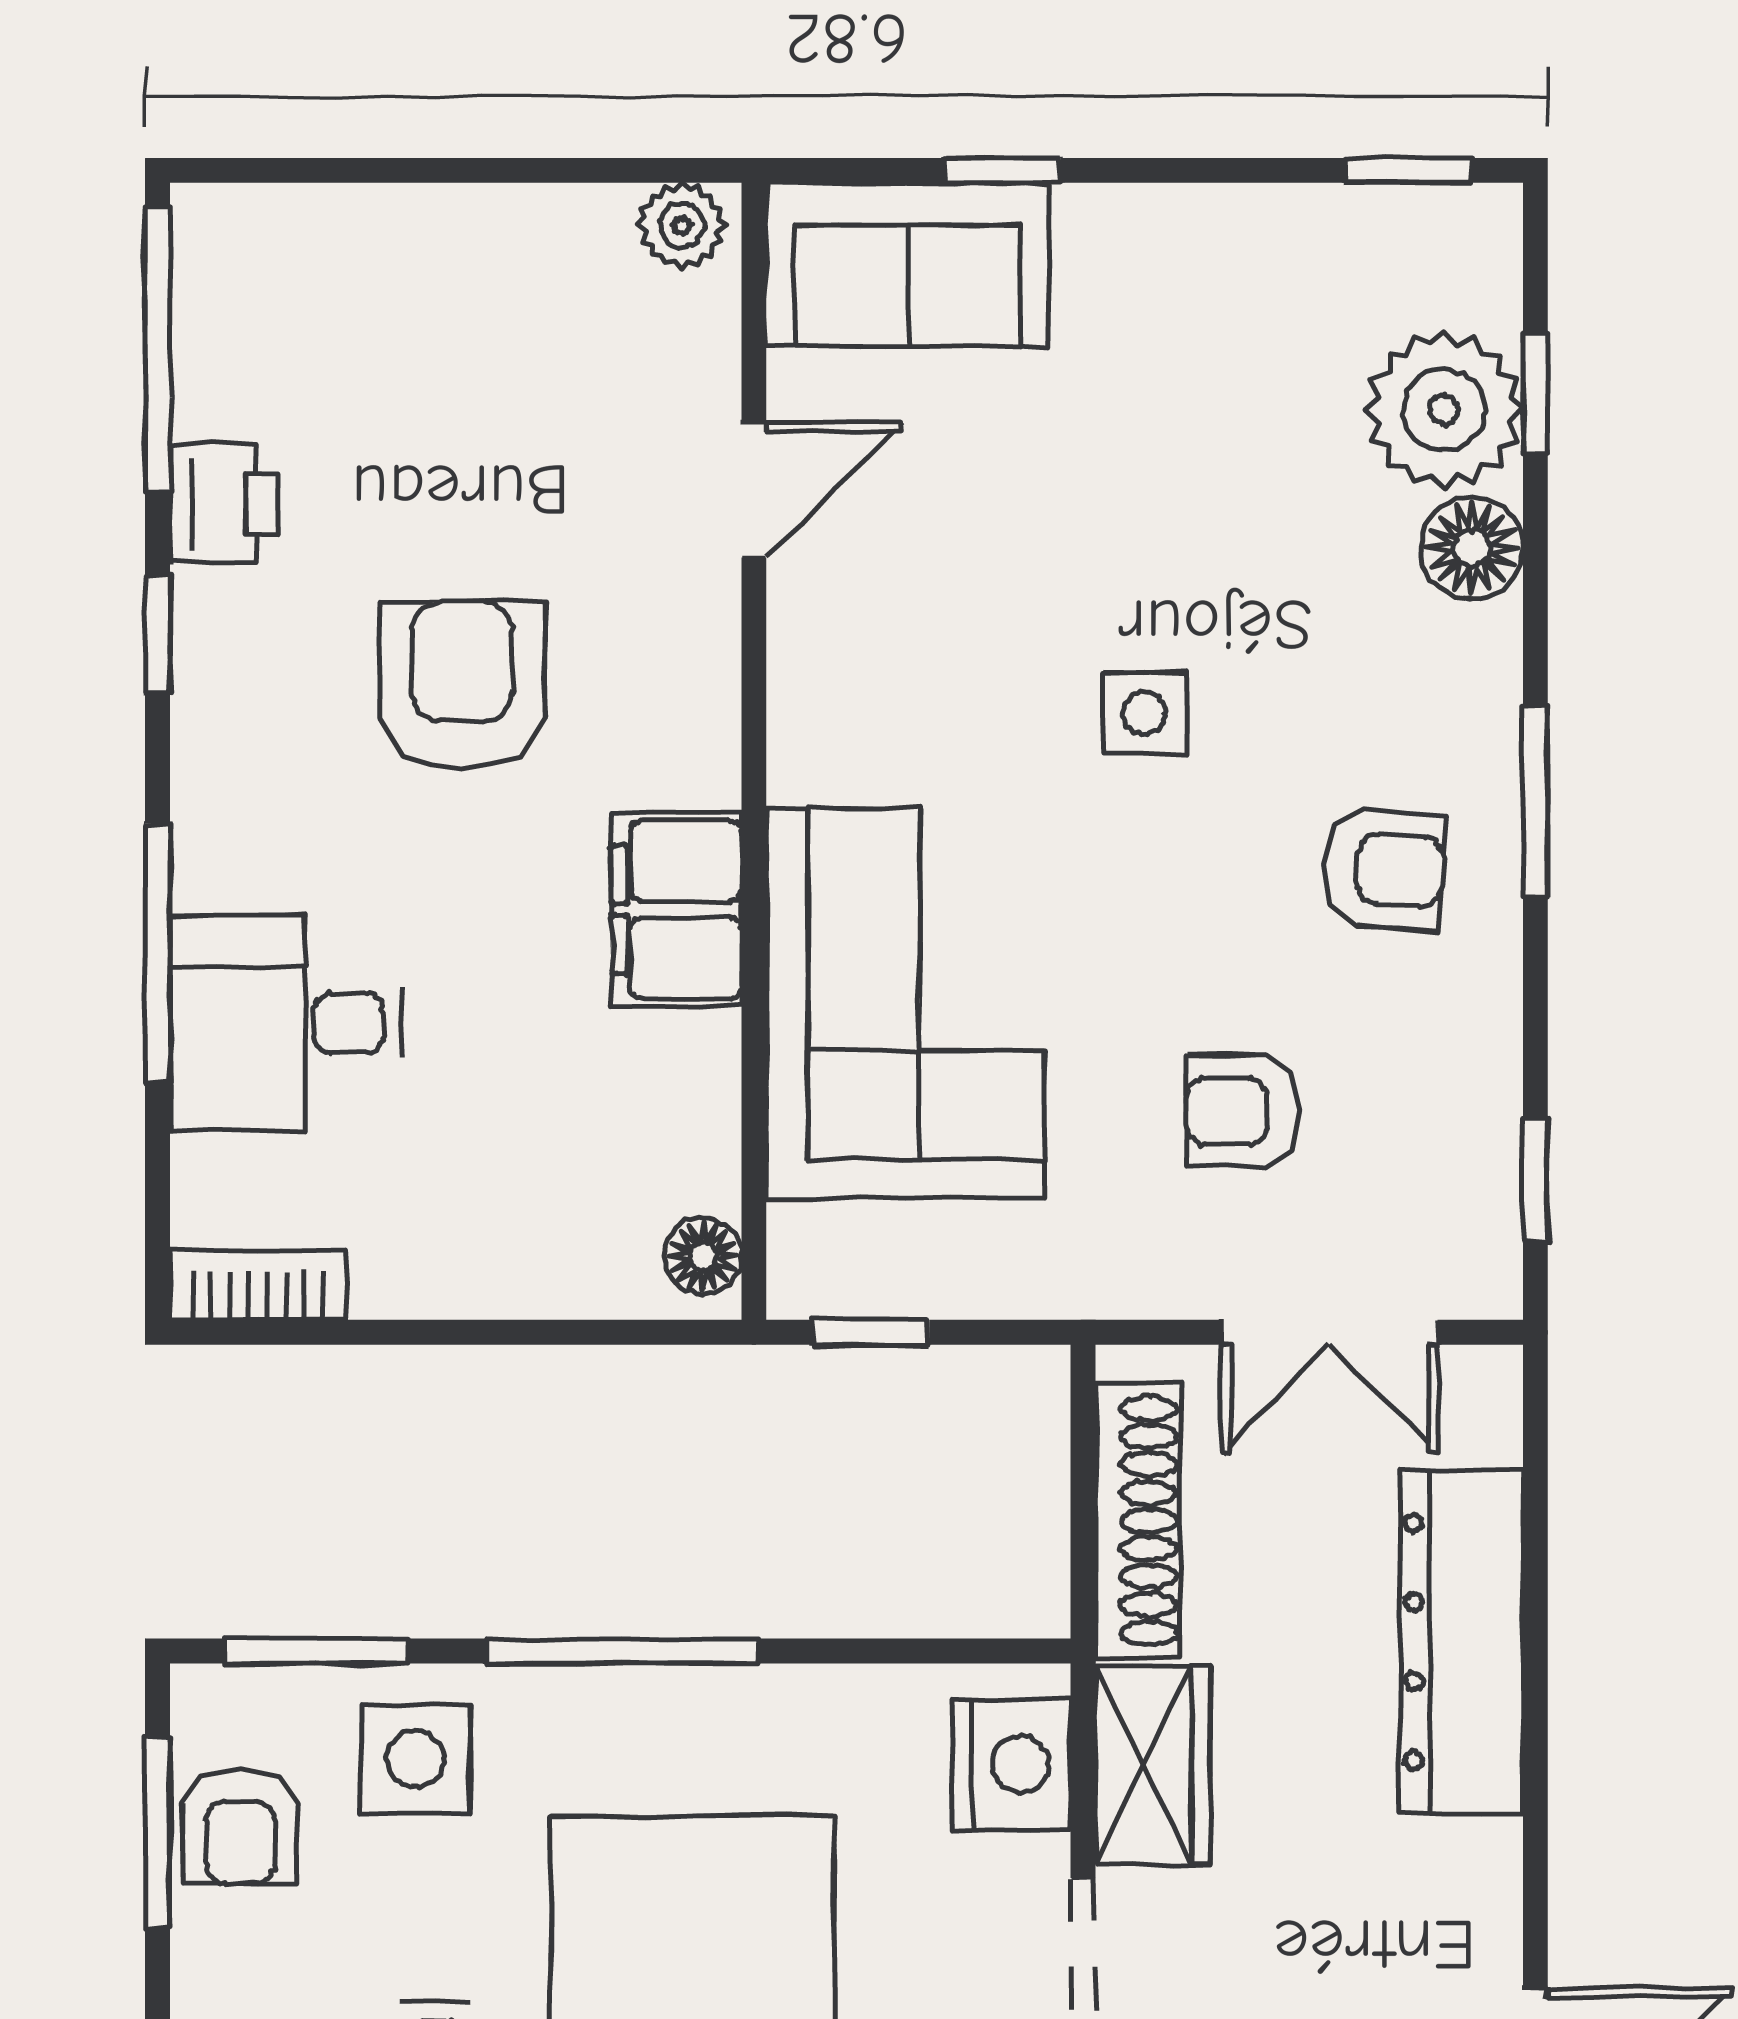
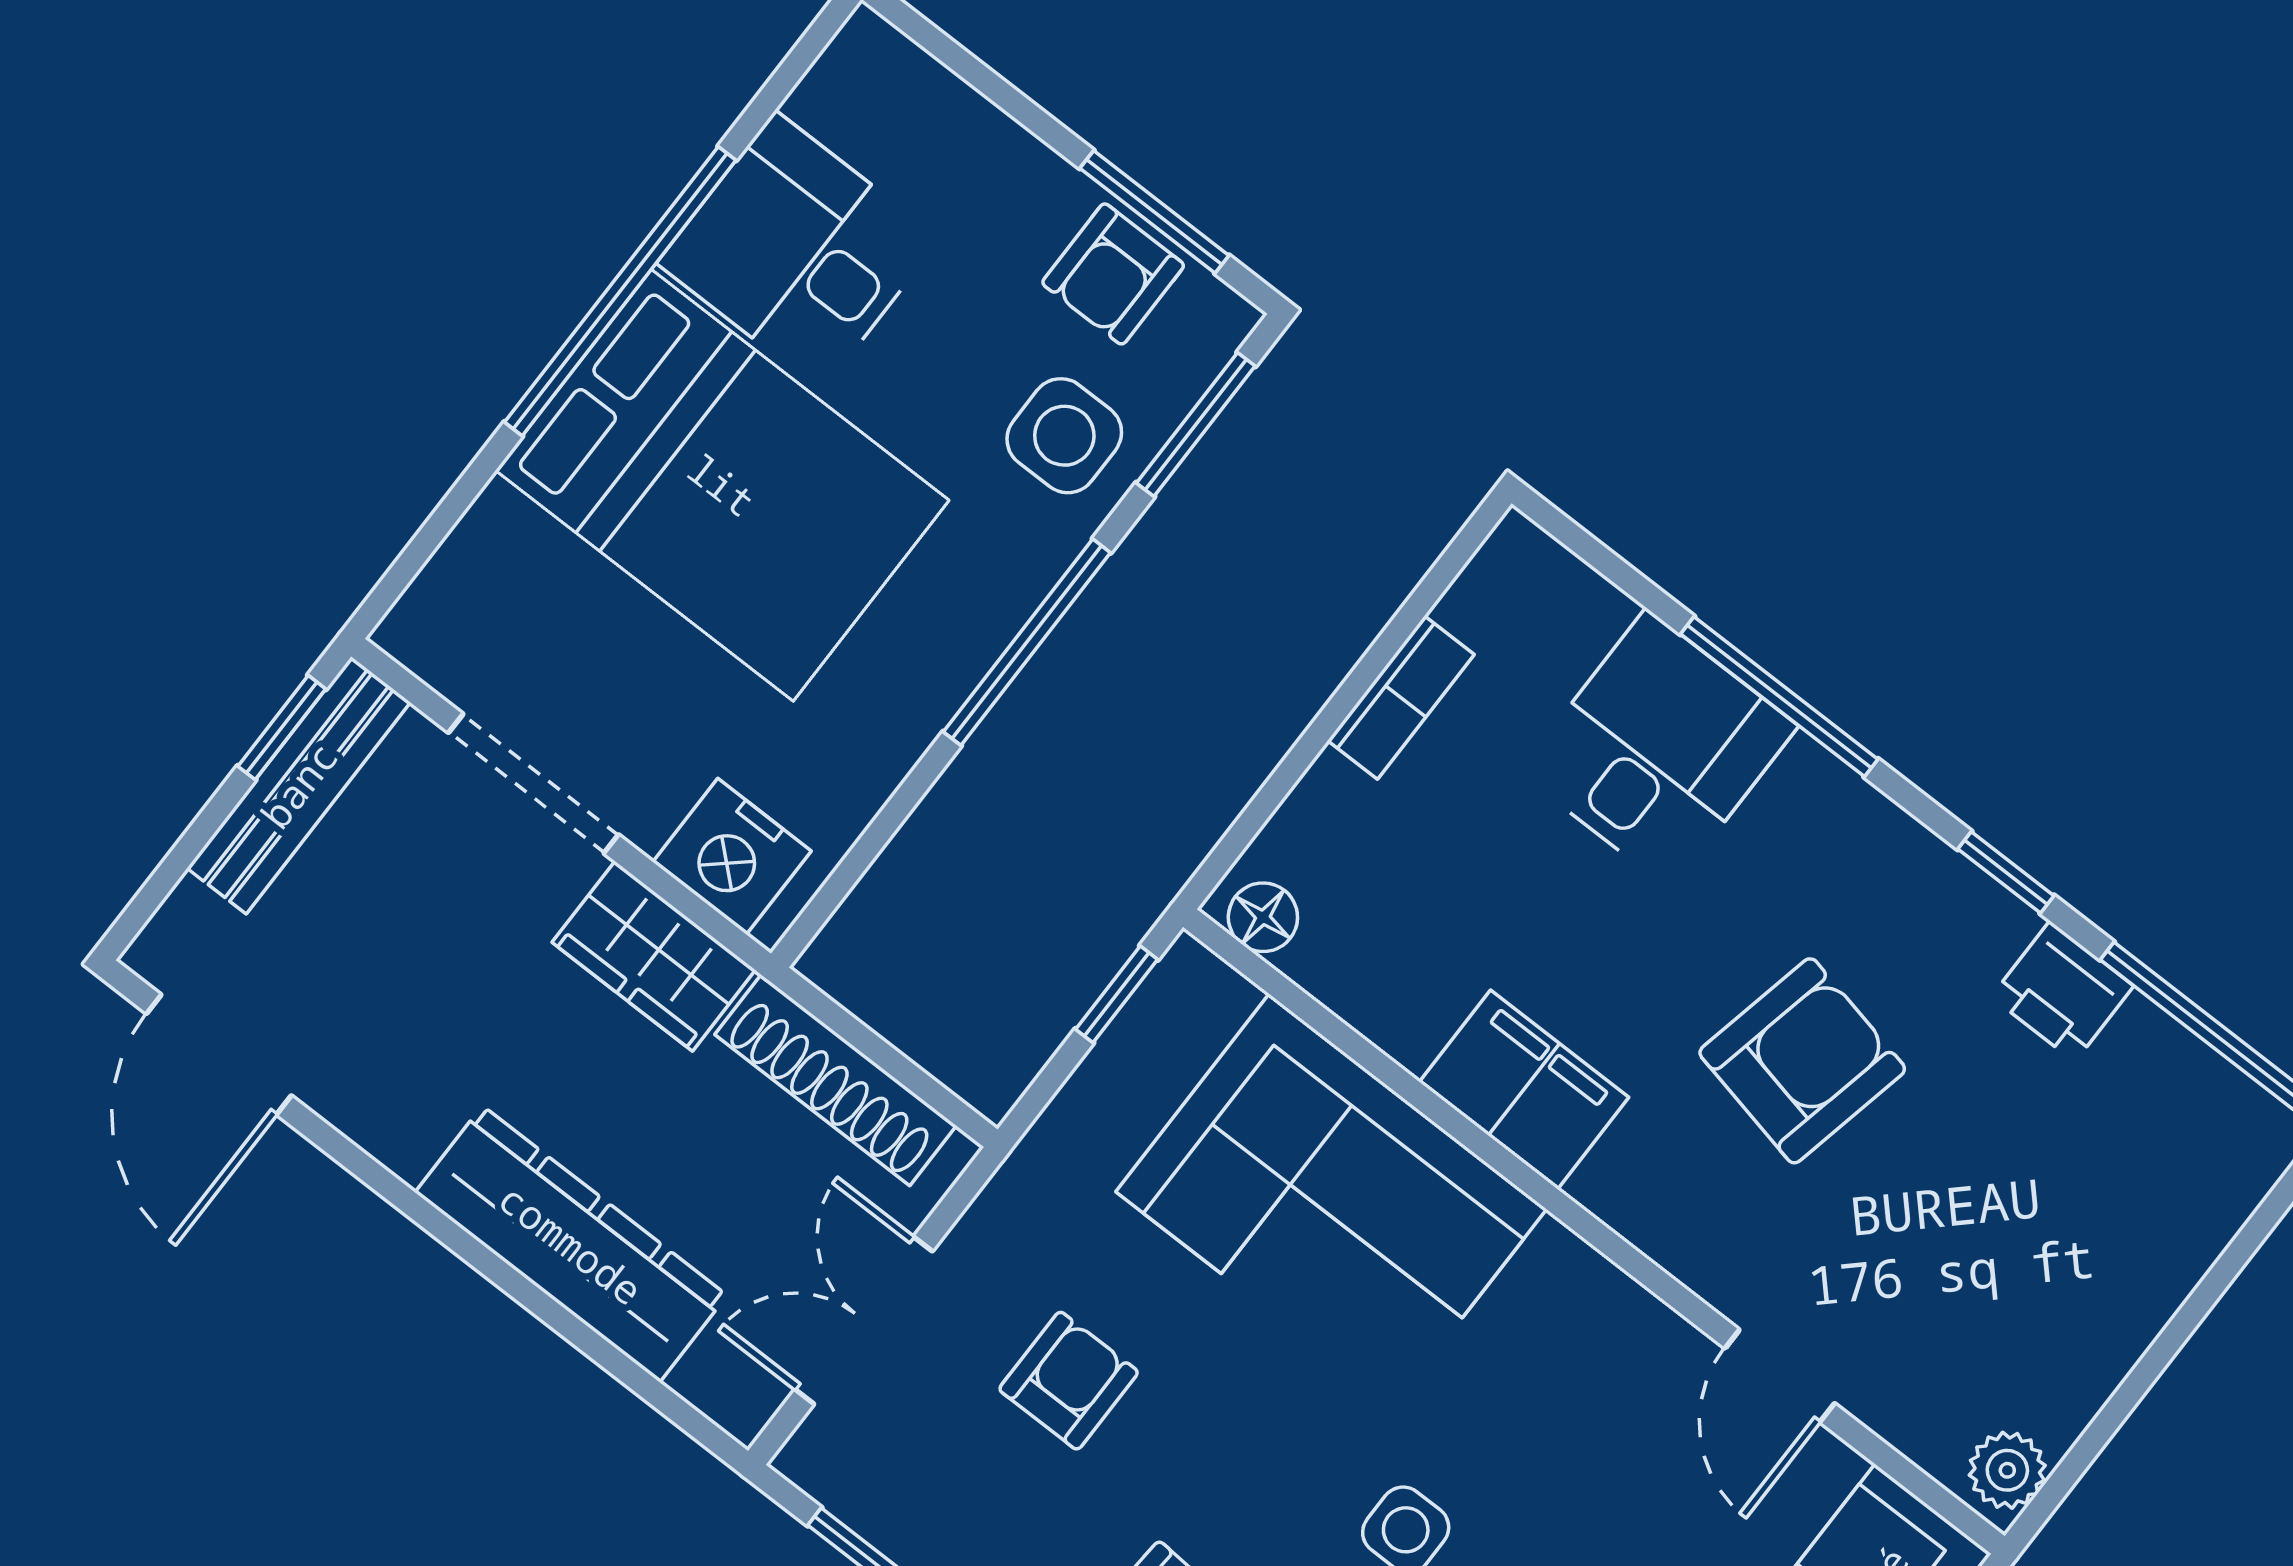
armchair: (462, 685) -> (1802, 1061), turned -78
bookcase: (258, 1285) -> (1401, 697), moved
armchair: (240, 1826) -> (1113, 274), turned -90

